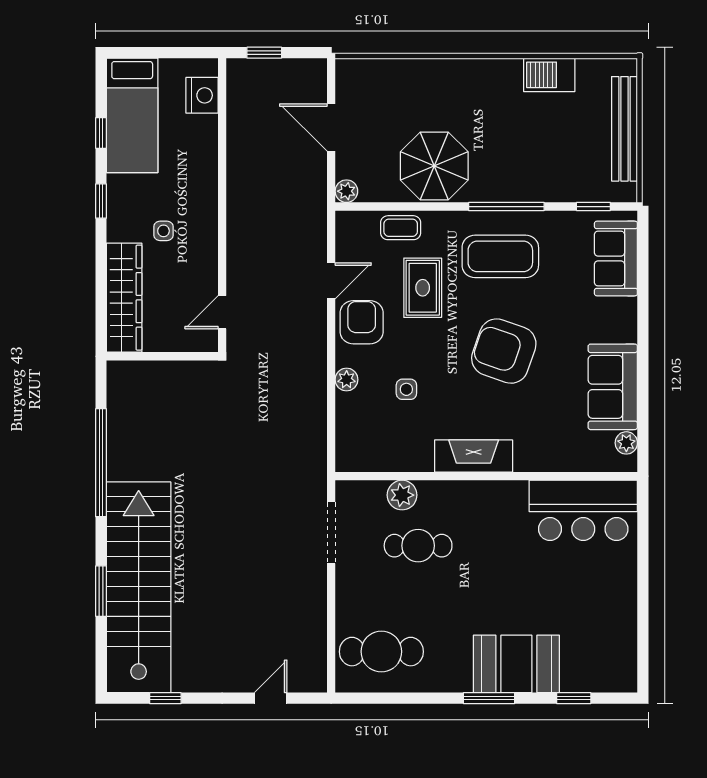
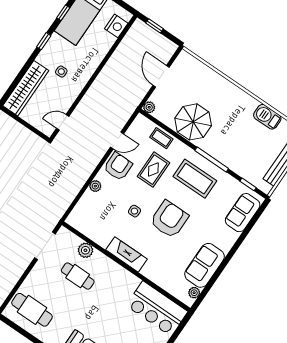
armchair: (504, 351) -> (169, 219), turned 71
side table: (406, 389) -> (134, 211), moved

